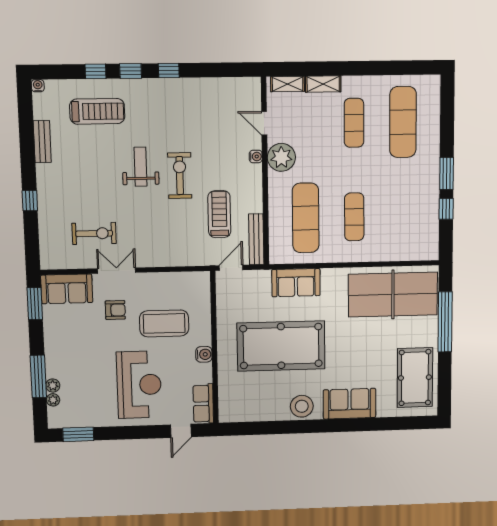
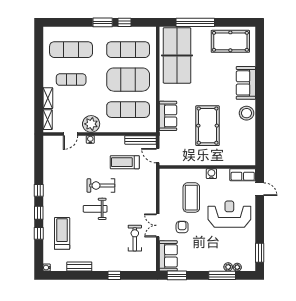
exercise mat: (403, 216) -> (128, 50), added
exercise mat: (354, 217) -> (128, 80), width x2.00, depth x1.45
pool table: (281, 346) -> (208, 126), width x0.73, depth x0.76

